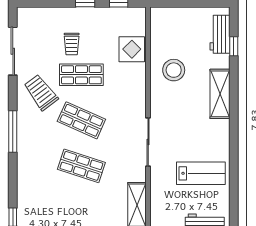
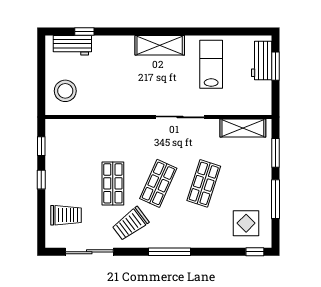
trolley: (72, 44) -> (66, 215), moved, width x1.36, depth x1.39
display table: (132, 49) -> (246, 223), moved
stool: (174, 70) -> (65, 91), moved
shelving: (220, 94) -> (160, 45), moved

